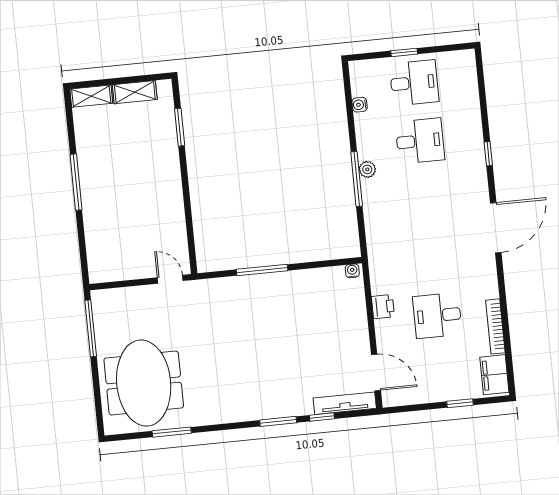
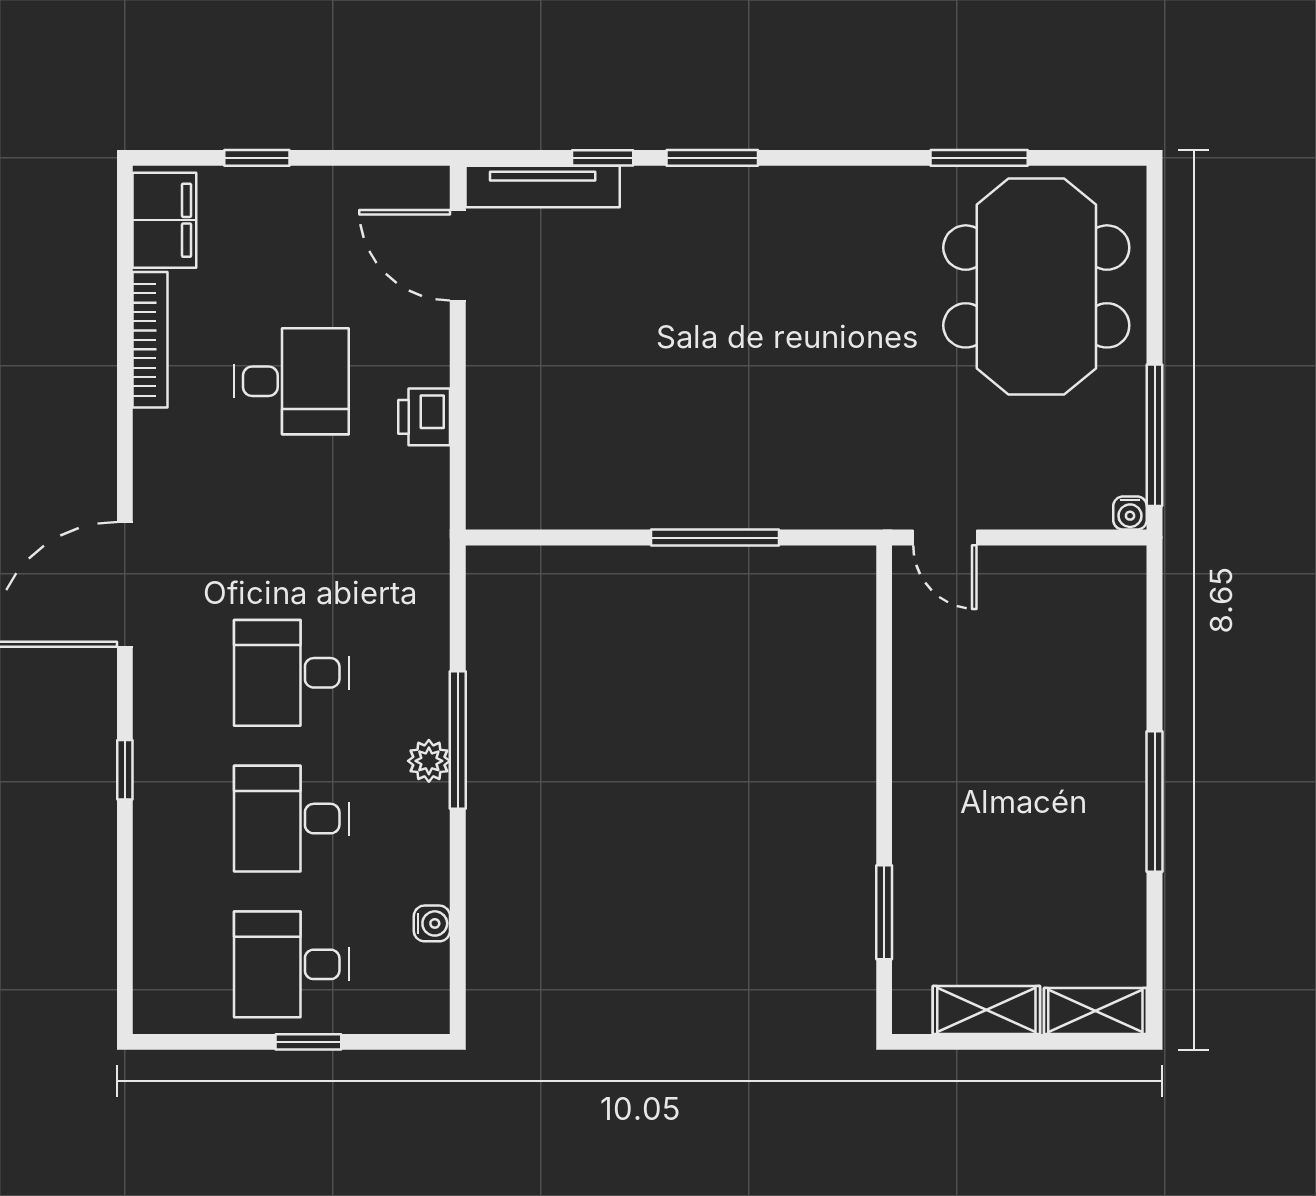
desk: (426, 199) -> (291, 673), added
water cooler: (352, 271) -> (1130, 513), moved

